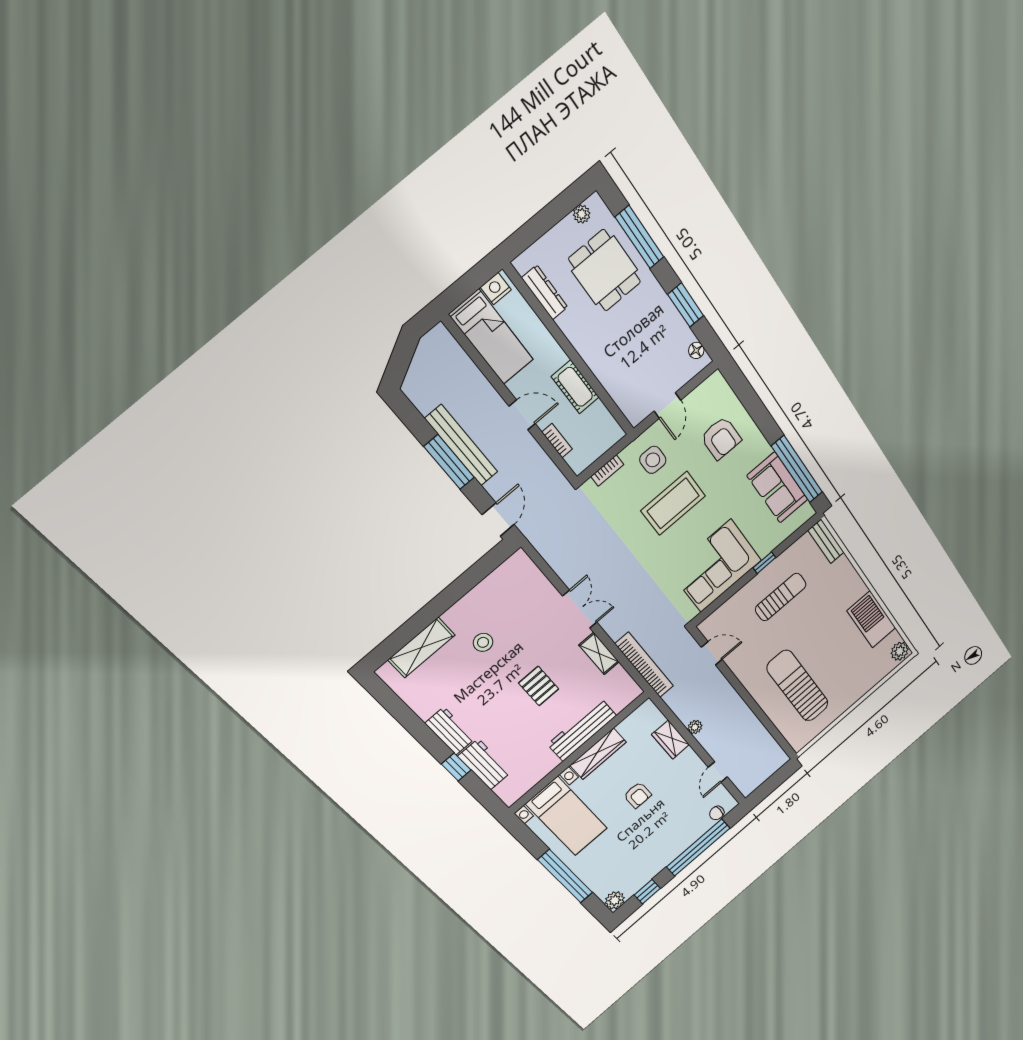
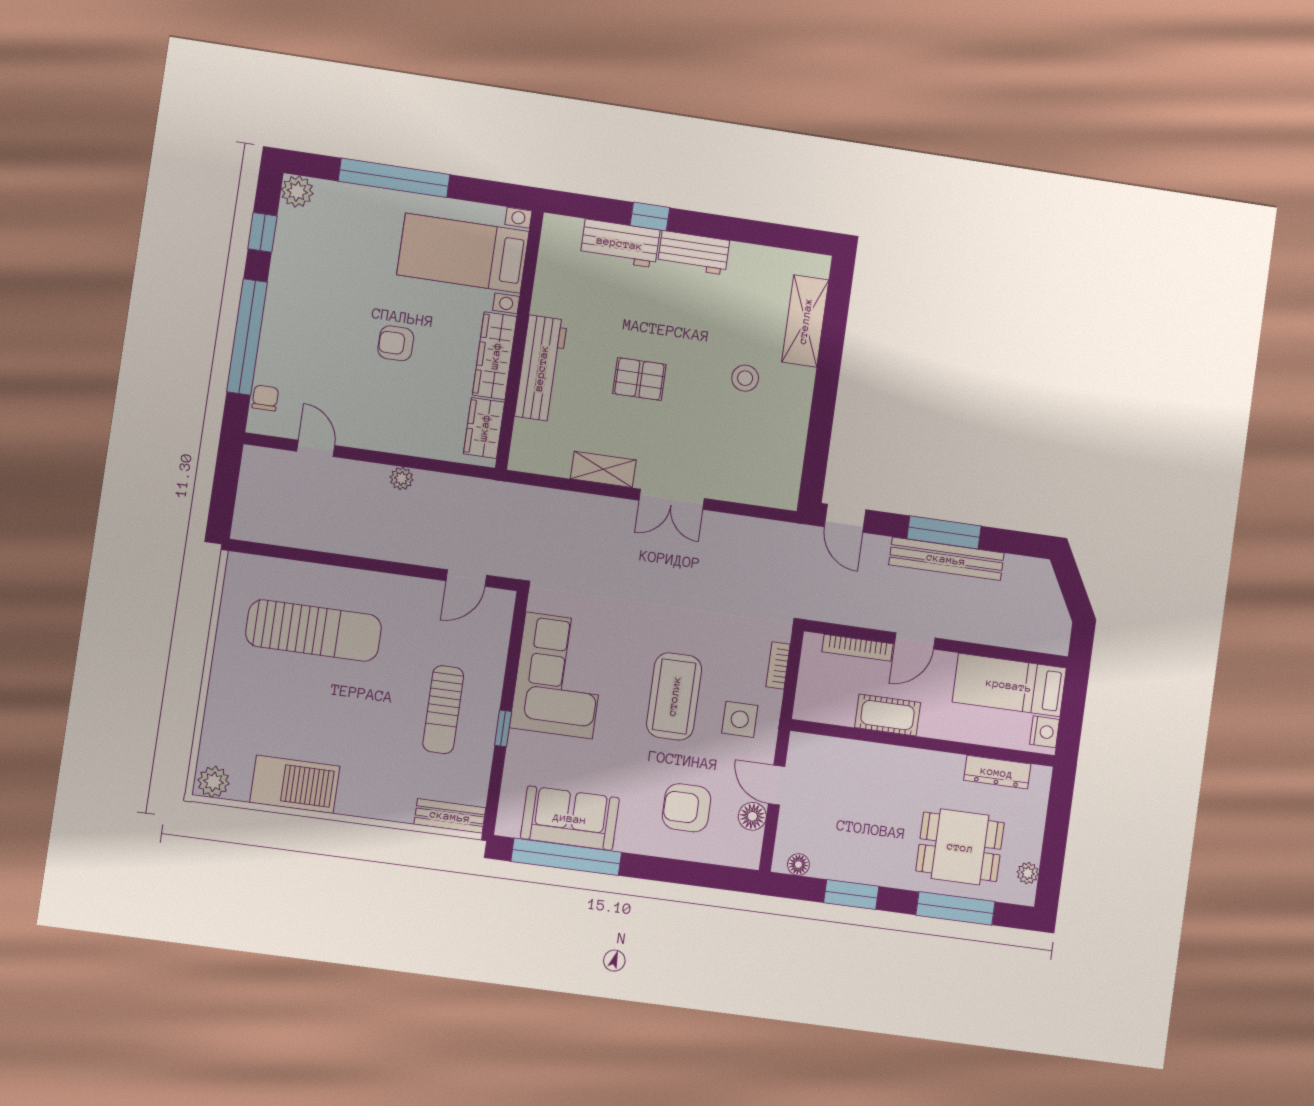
floor lamp: (694, 401) -> (752, 816), added
bookcase: (557, 441) -> (857, 648), width x1.56
bookcase: (644, 665) -> (537, 499), removed
wardrobe: (671, 740) -> (484, 428), moved, turned -90

